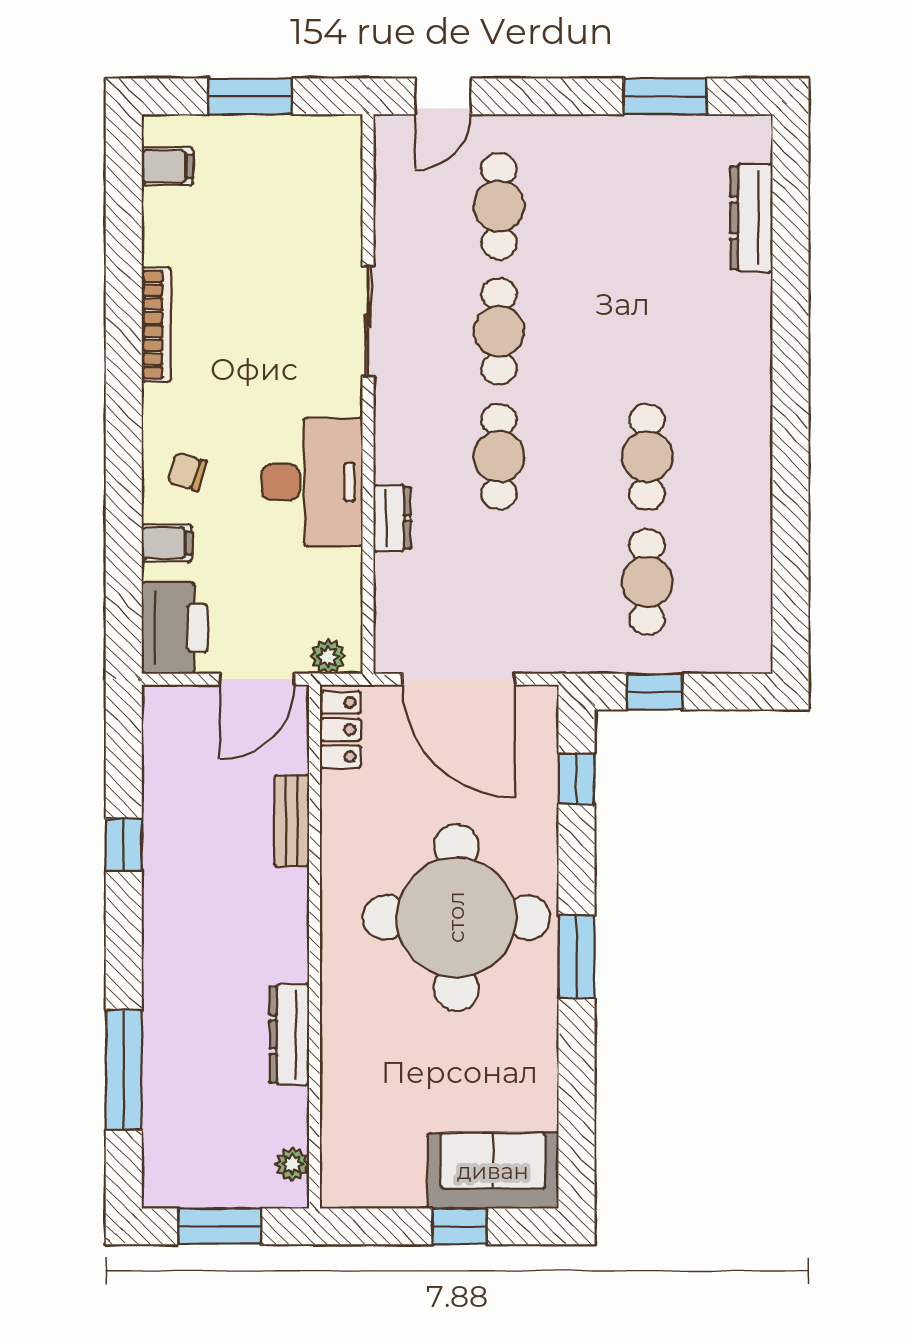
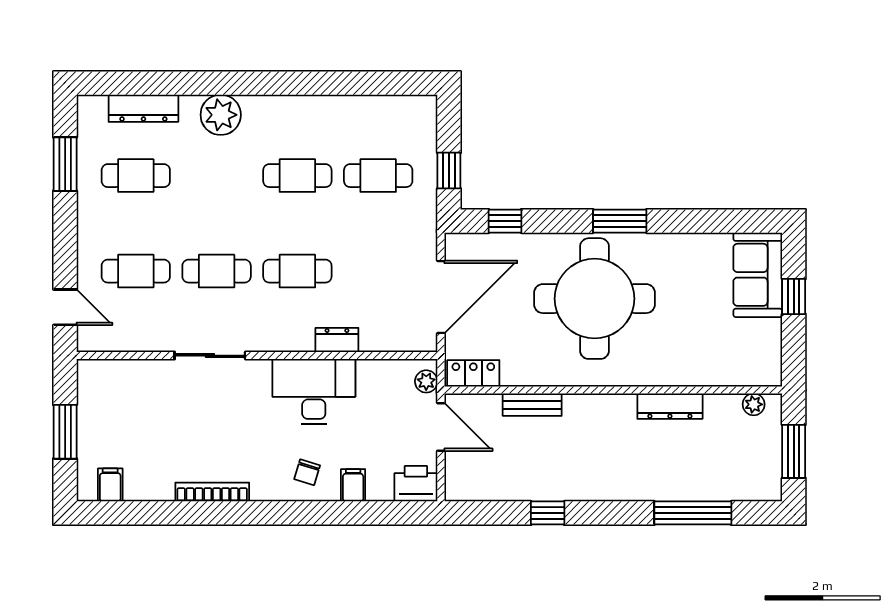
cafe table: (647, 206) -> (136, 176), added
plant: (741, 338) -> (221, 115), added
printer: (175, 628) -> (416, 484), width x0.73, depth x0.84

